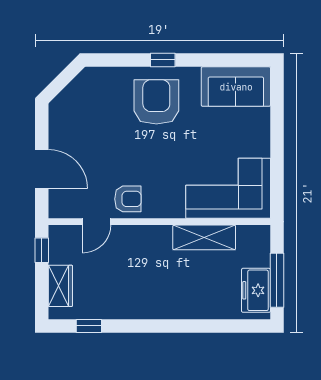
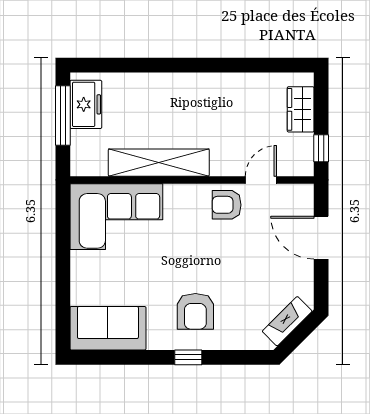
fireplace: (73, 93) -> (287, 321), added
armchair: (156, 102) -> (195, 311), width x0.73, depth x0.73
shelving: (204, 237) -> (159, 163), width x1.47
window: (89, 326) -> (269, 65), removed

